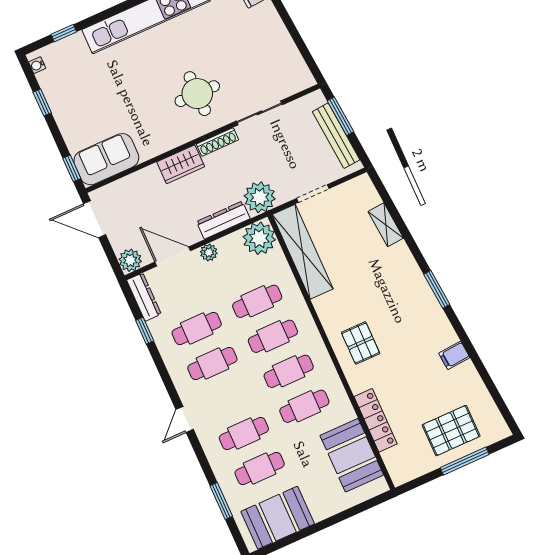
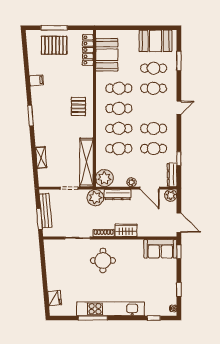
locker: (376, 420) -> (88, 50), moved

